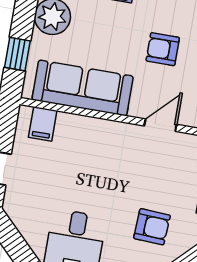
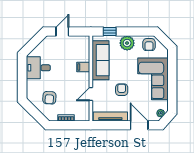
filing cabinet: (43, 124) -> (83, 67), moved
door: (160, 125) -> (91, 94), swing flipped

